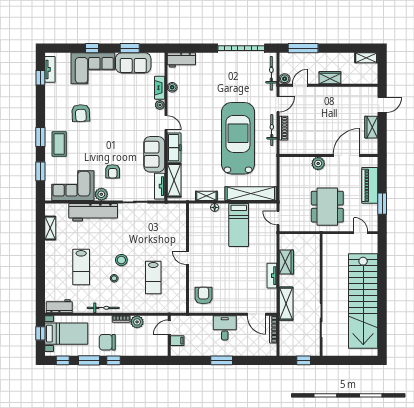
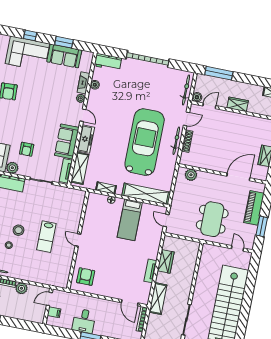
garage door: (241, 48) -> (148, 59), moved
plant: (318, 163) -> (191, 175), moved
lab bench: (153, 278) -> (46, 237), moved
desk: (225, 328) -> (84, 321), moved, turned 180

